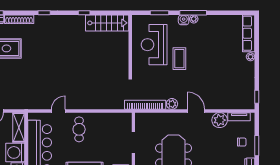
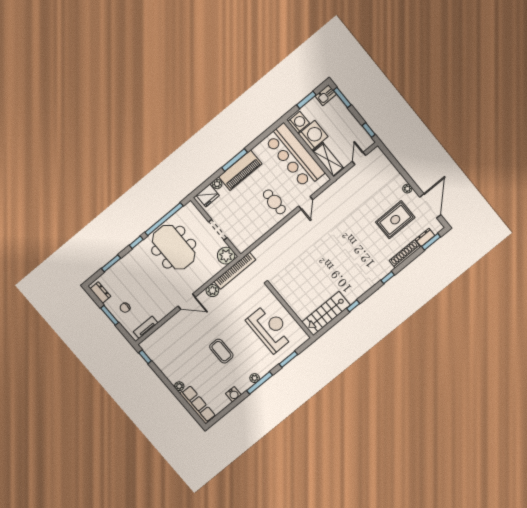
water cooler: (184, 20) -> (233, 394), moved
coffee table: (179, 59) -> (221, 351), moved
plant: (220, 120) -> (226, 256), moved

